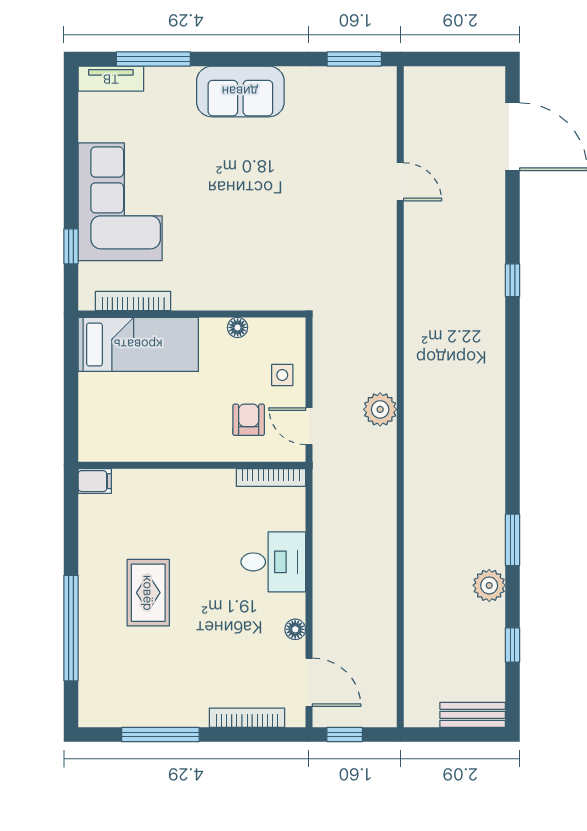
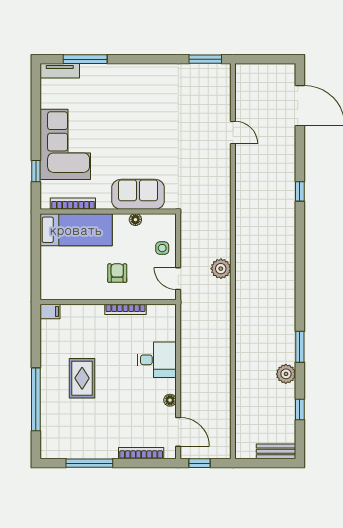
sofa: (240, 91) -> (138, 194), moved, turned 180
armchair: (249, 420) -> (117, 273), moved
bookcase: (271, 478) -> (126, 309), moved

